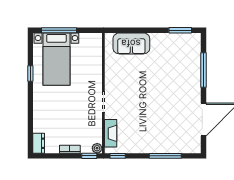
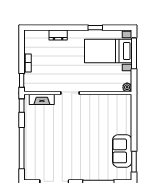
sofa: (131, 43) -> (122, 151), moved
dresser: (39, 143) -> (58, 35), moved
plant: (97, 148) -> (127, 87), moved
window: (165, 156) -> (22, 148), width x1.46

